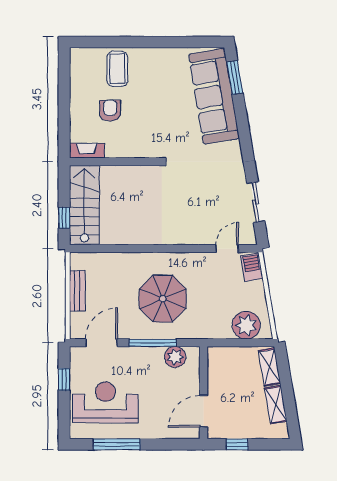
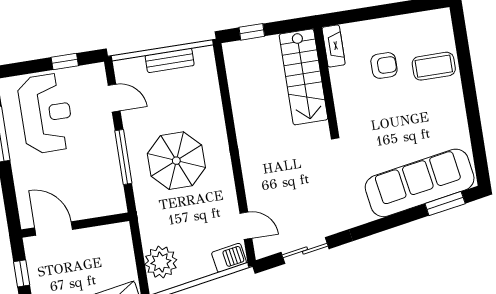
stairs: (84, 205) -> (303, 77), moved, turned 90
door: (101, 343) -> (114, 98), width x0.73
plant: (175, 357) -> (111, 186), removed

